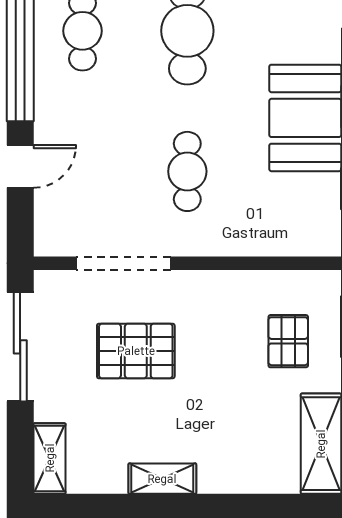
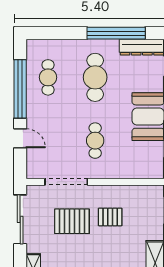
door: (20, 166) -> (20, 138), hinge flipped
pallet: (288, 341) -> (110, 217), moved, turned 90

